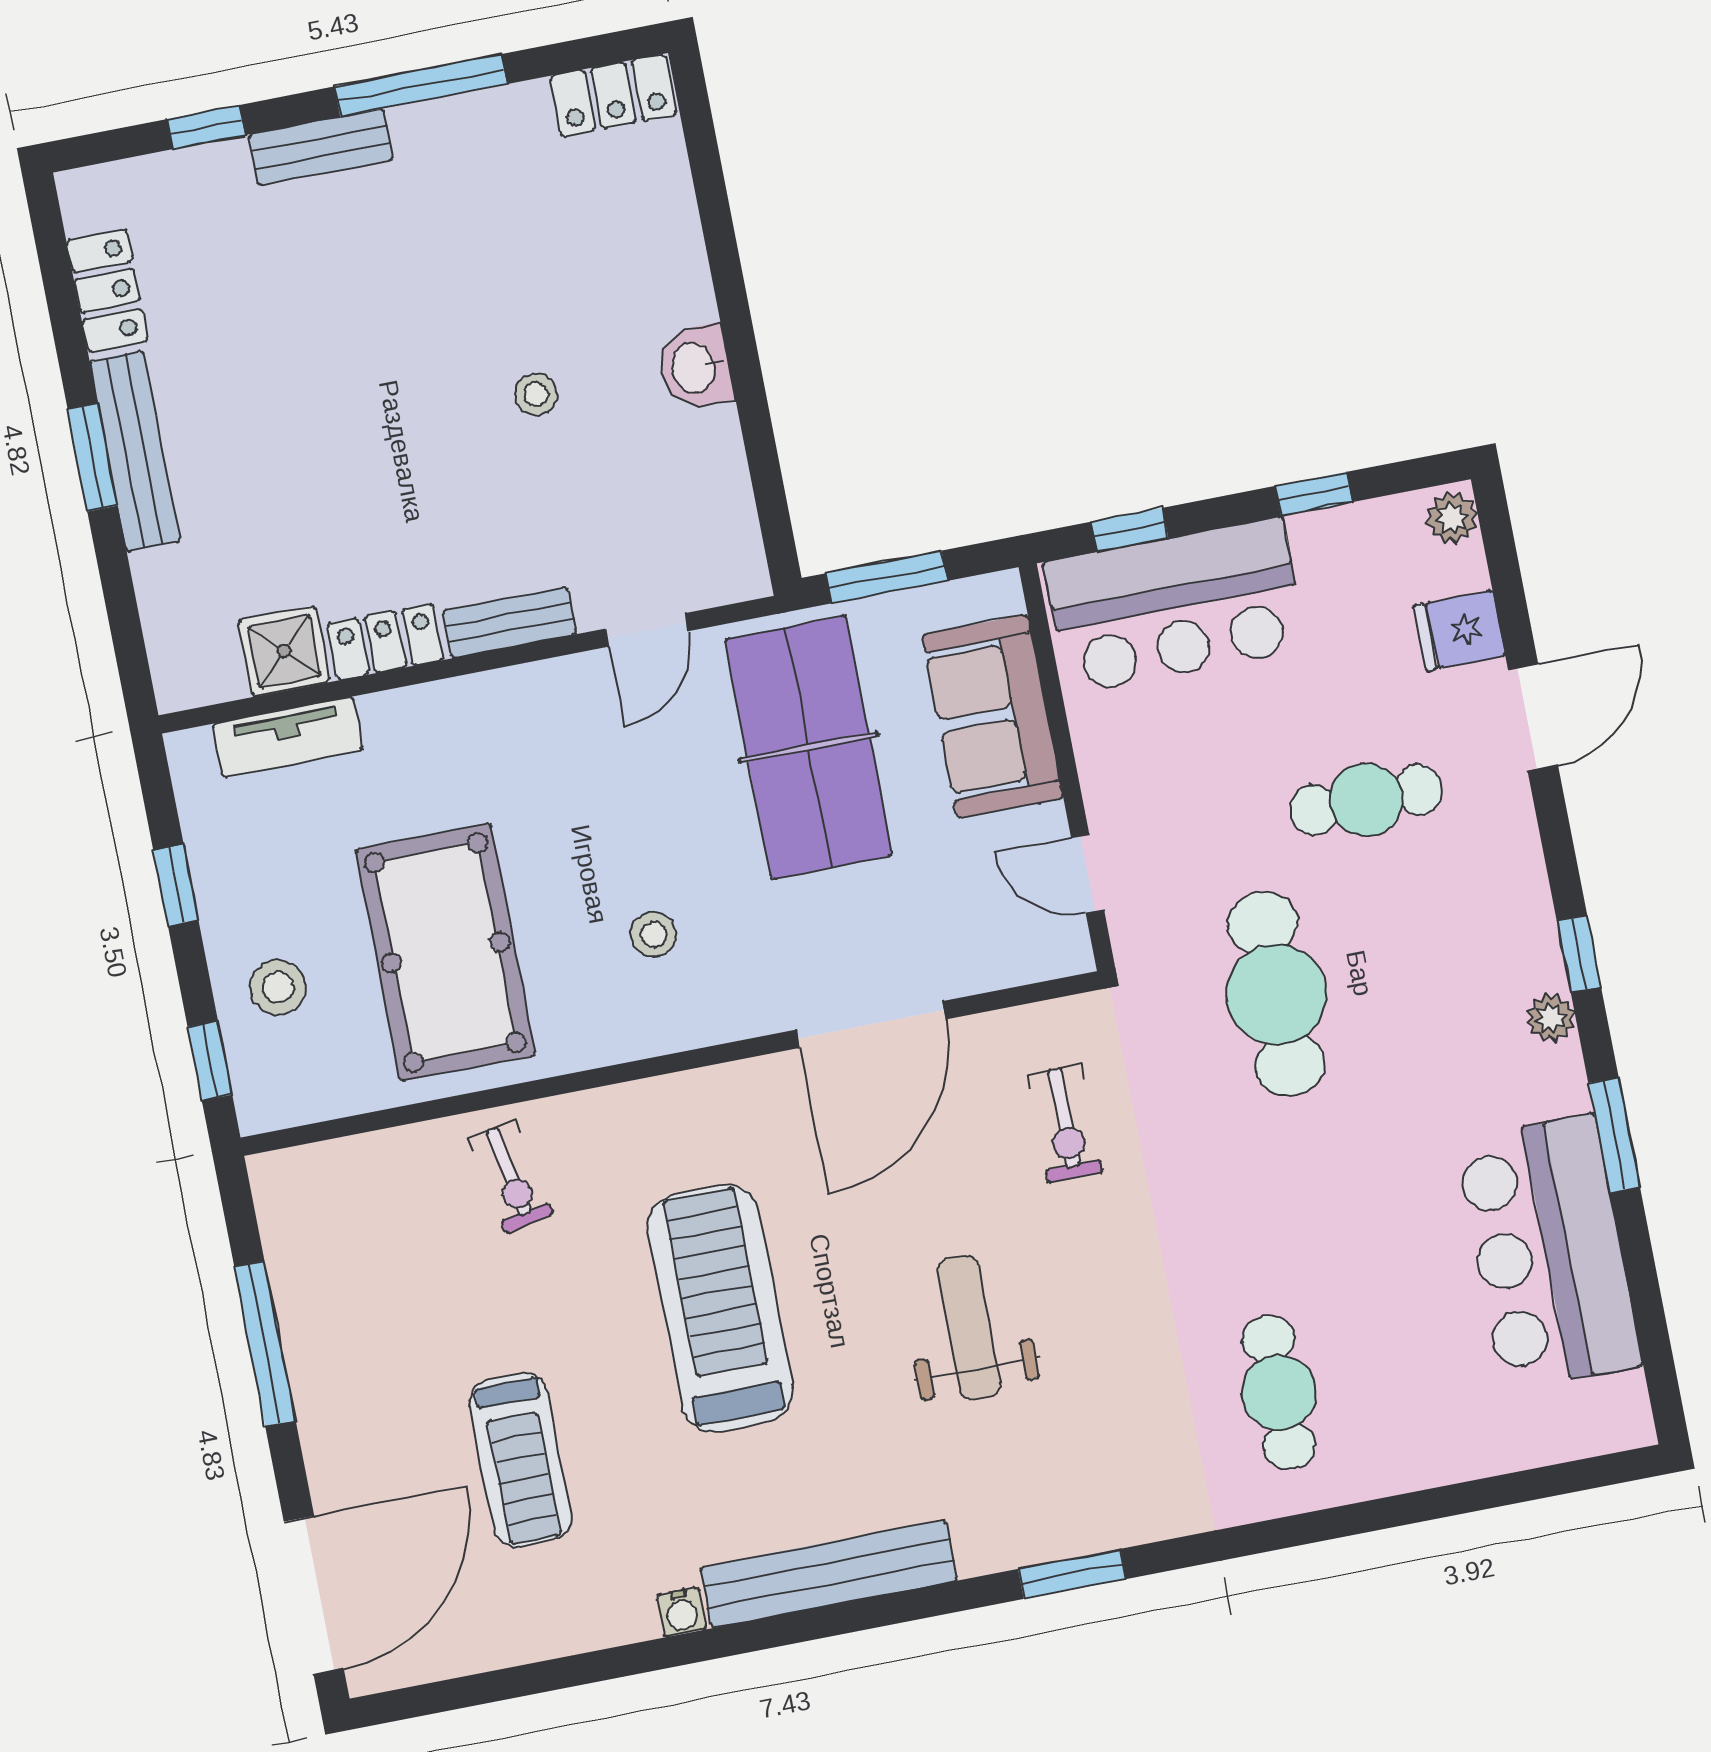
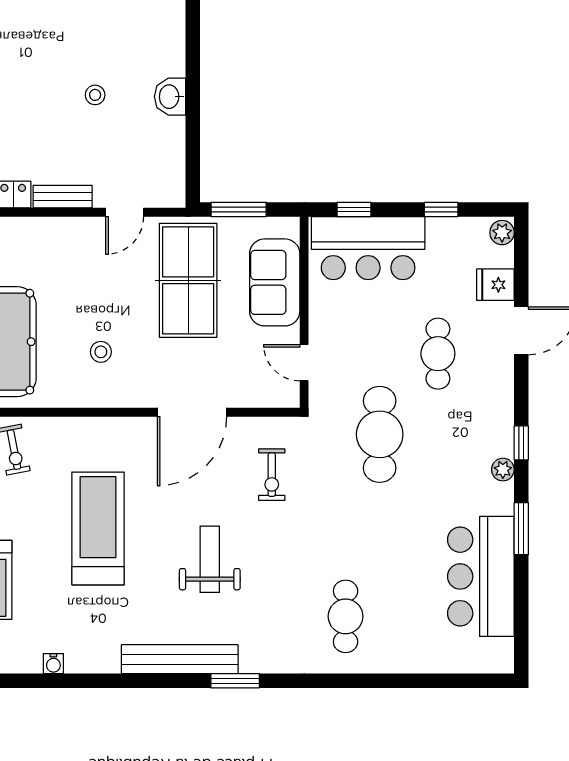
cafe table: (1366, 800) -> (438, 354), turned 90
bench: (829, 1574) -> (180, 659), moved

